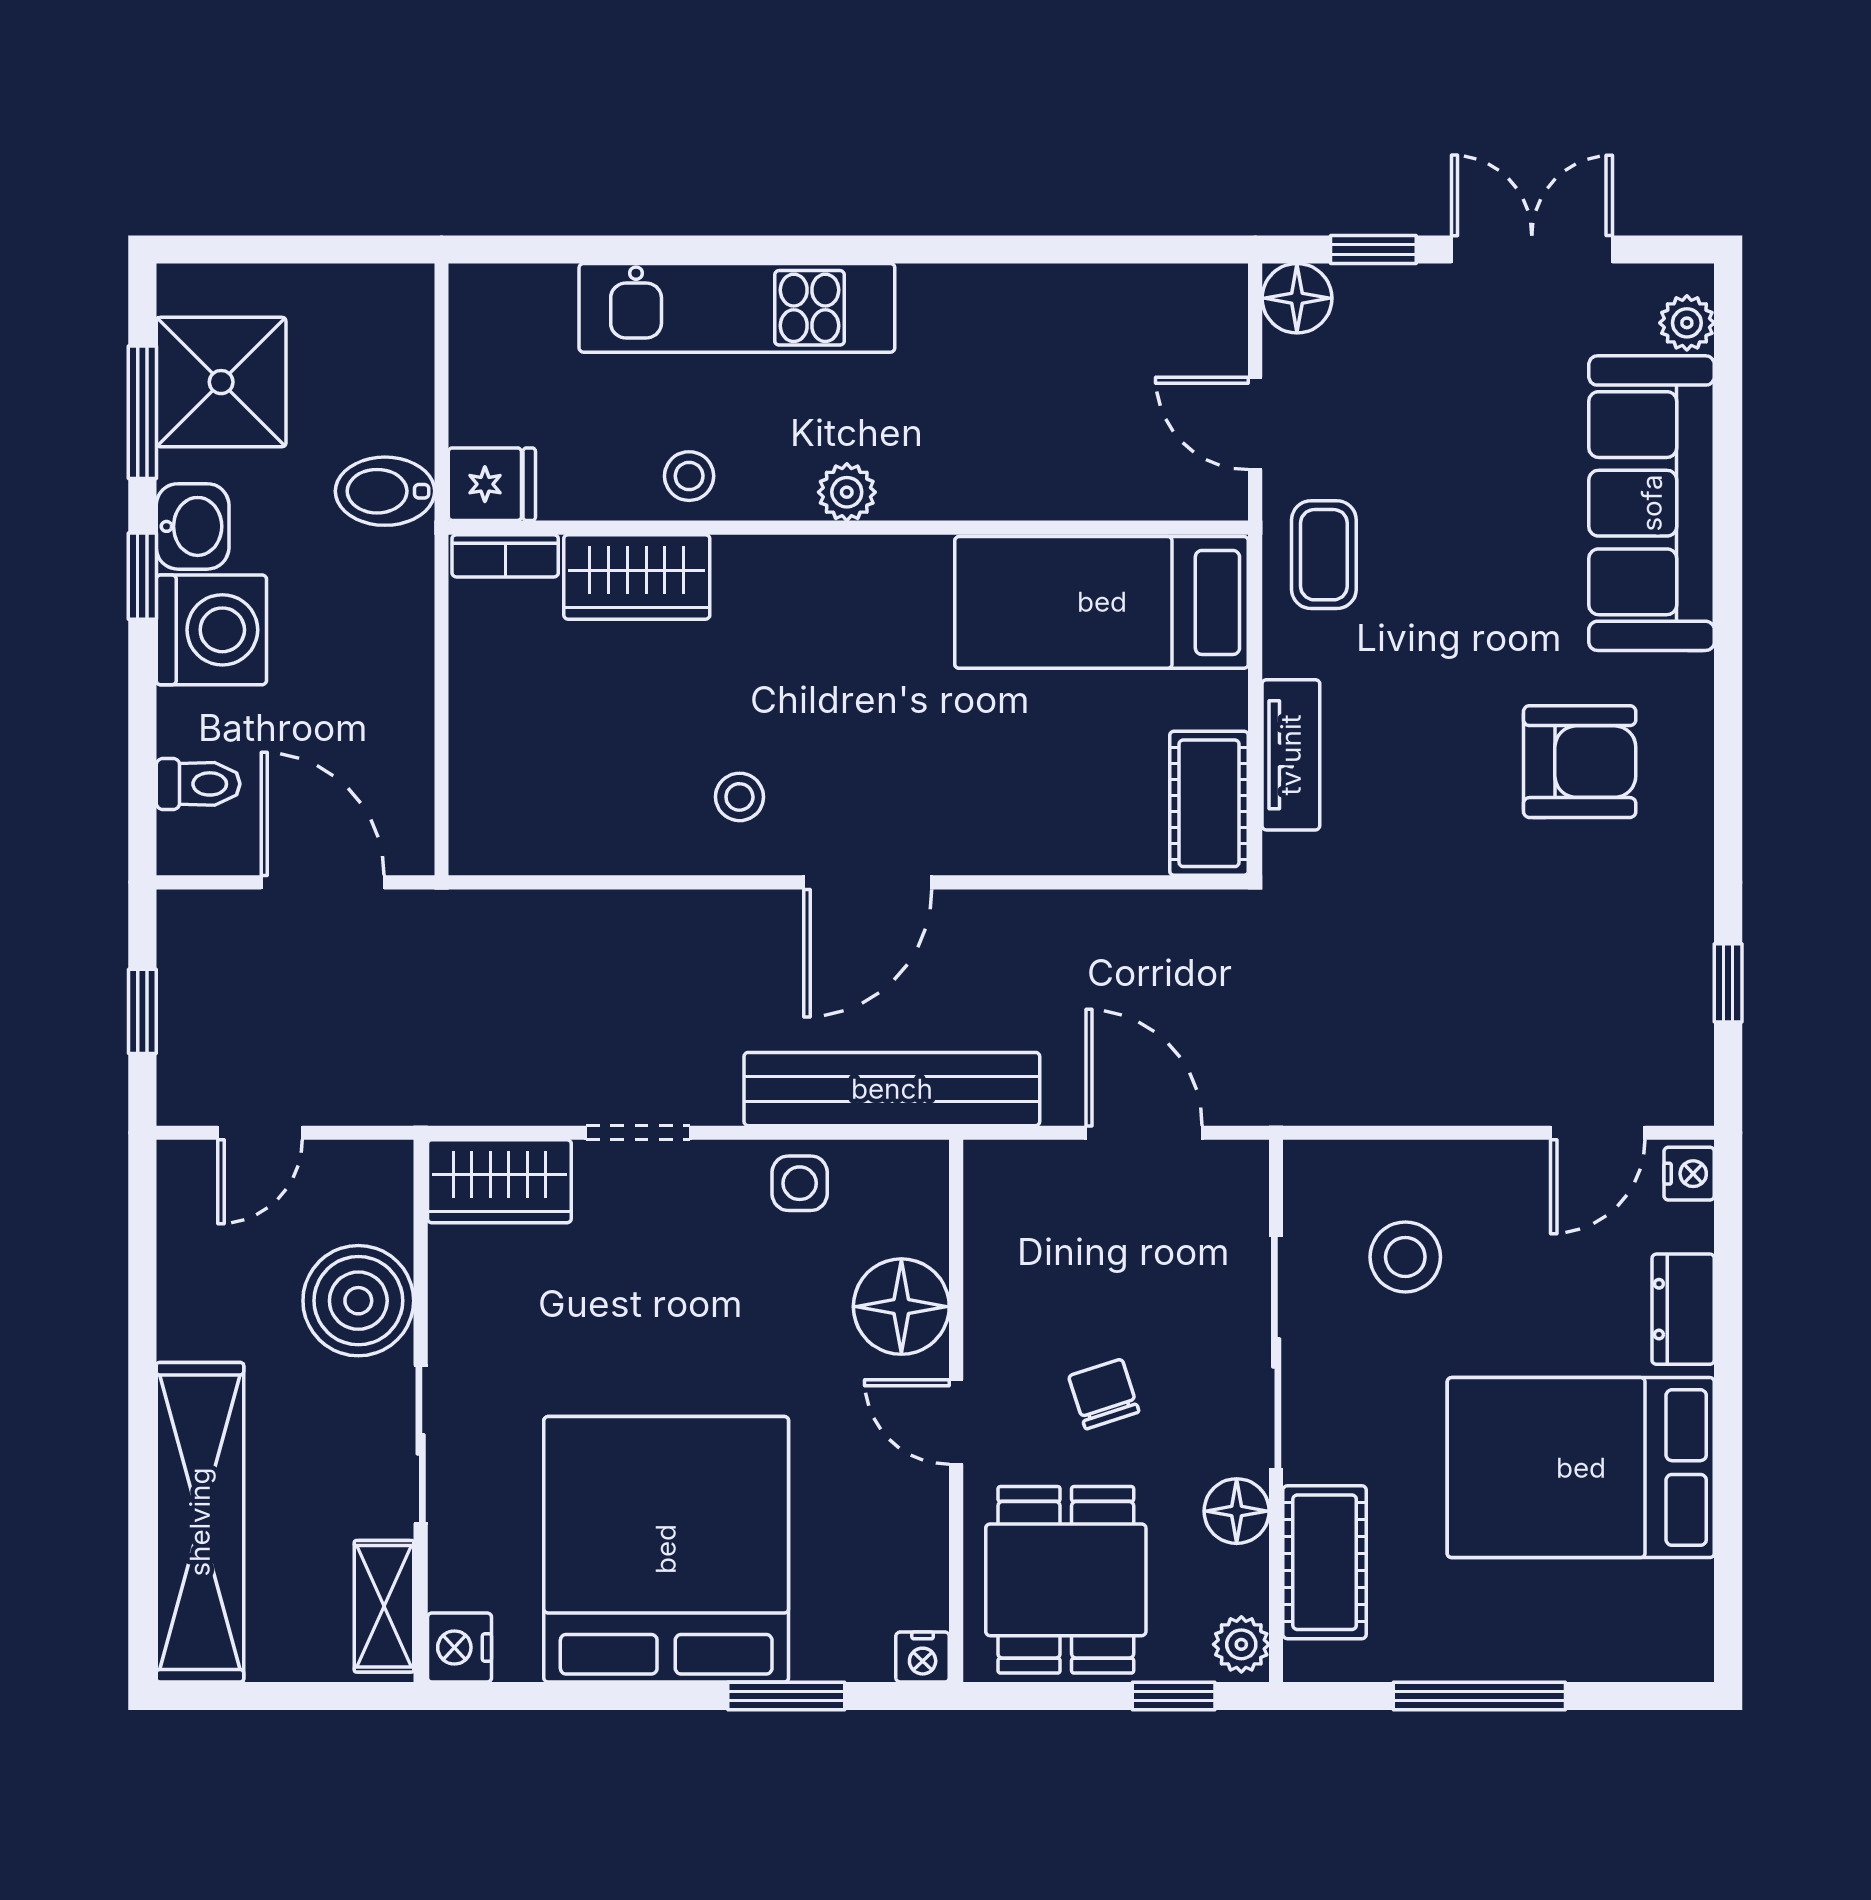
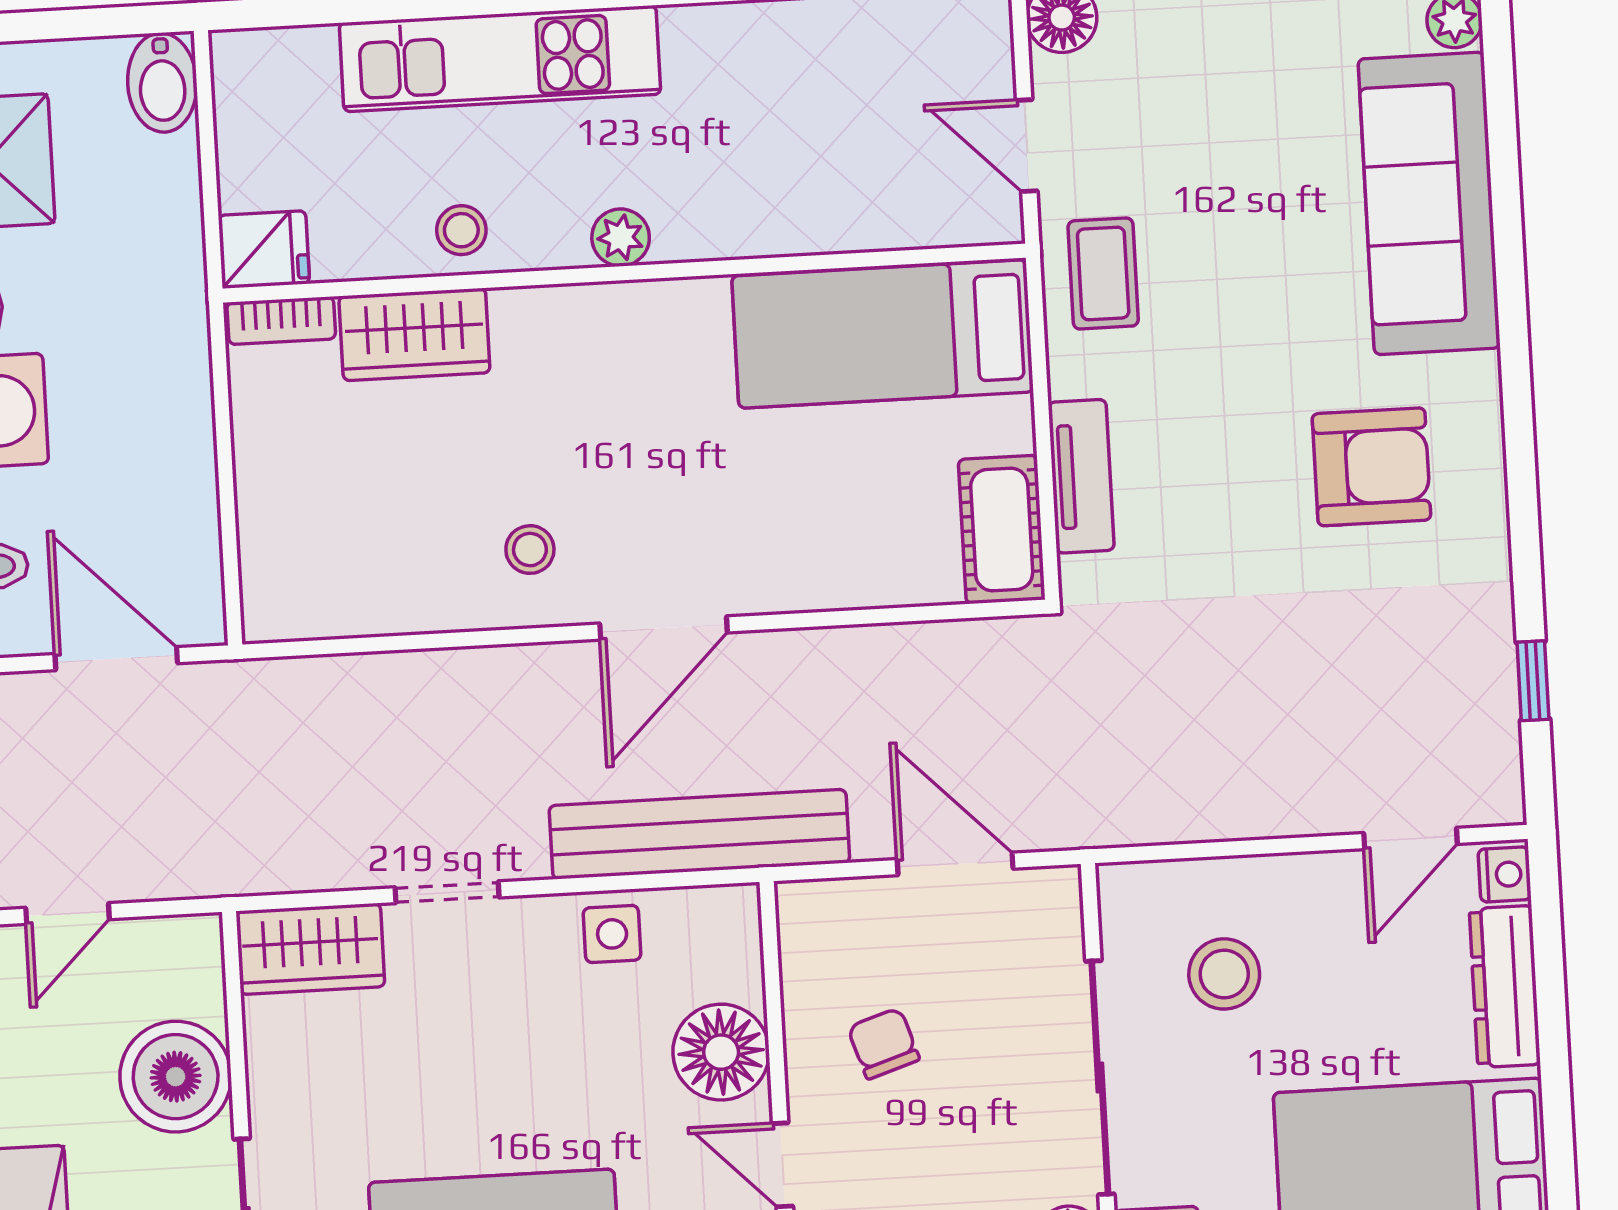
bidet: (385, 491) -> (162, 83), moved, turned -90
dresser: (1683, 1309) -> (1505, 987), width x1.44
chair: (1104, 1394) -> (884, 1043), moved

